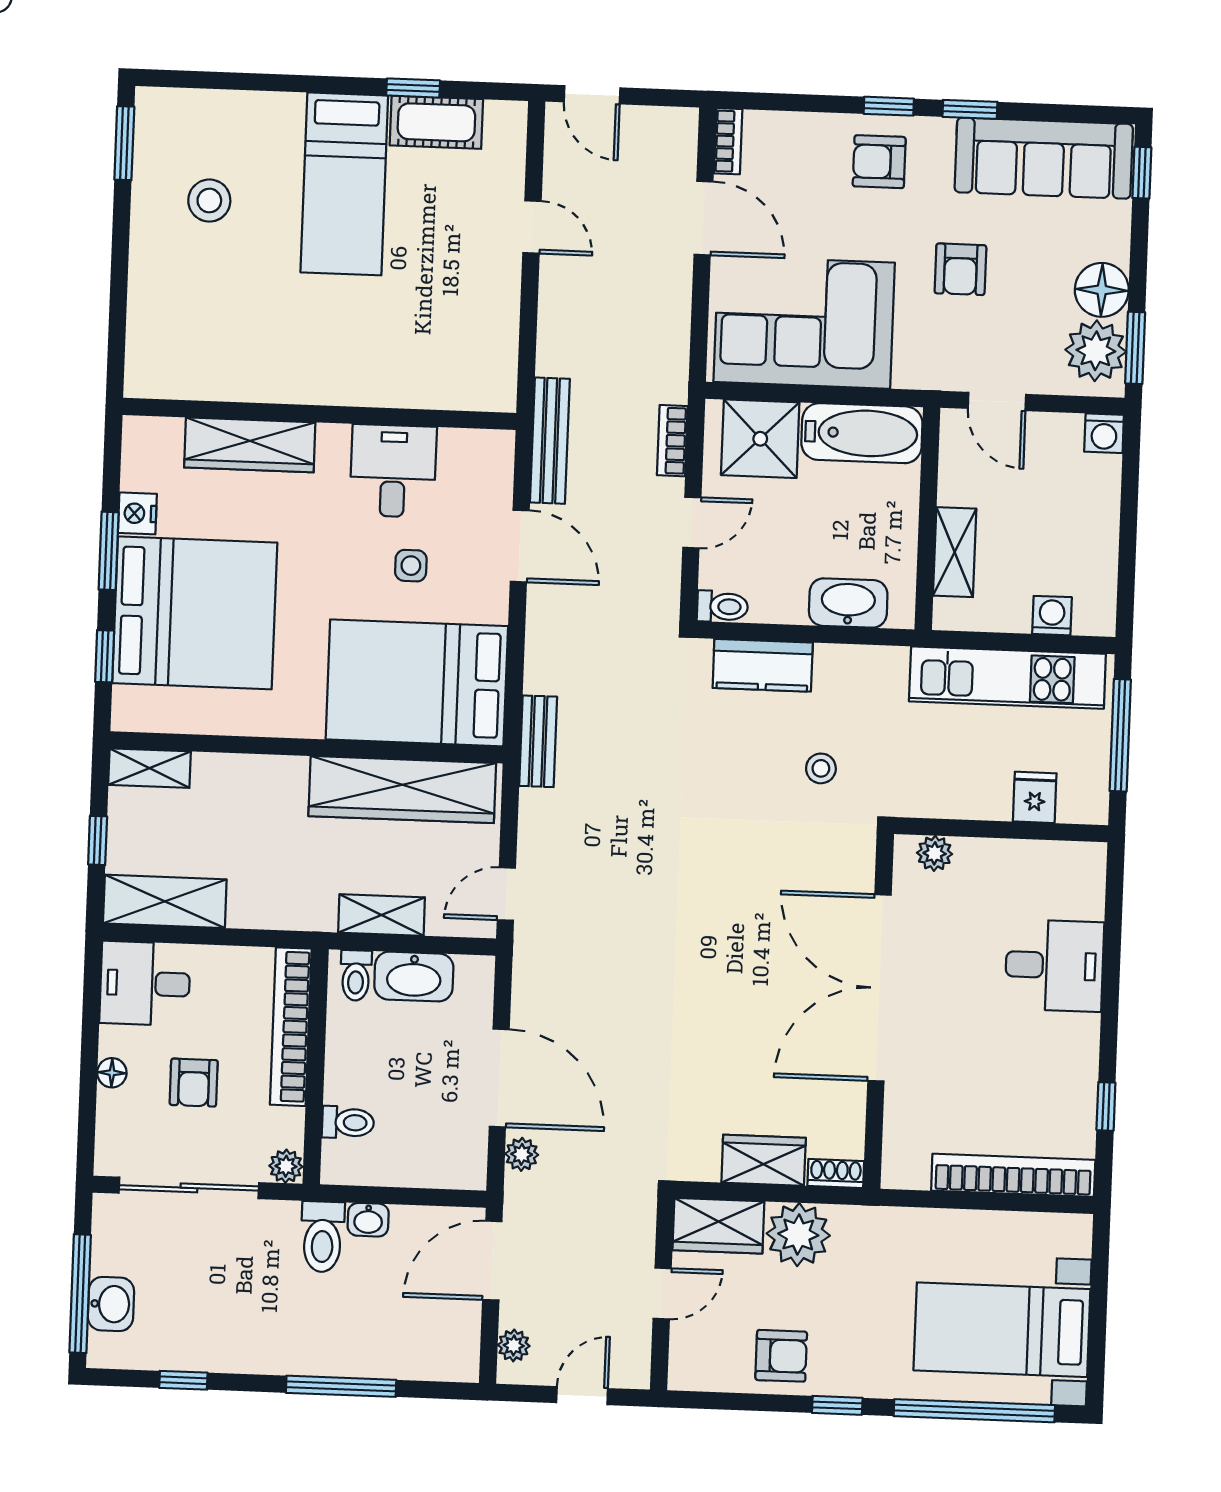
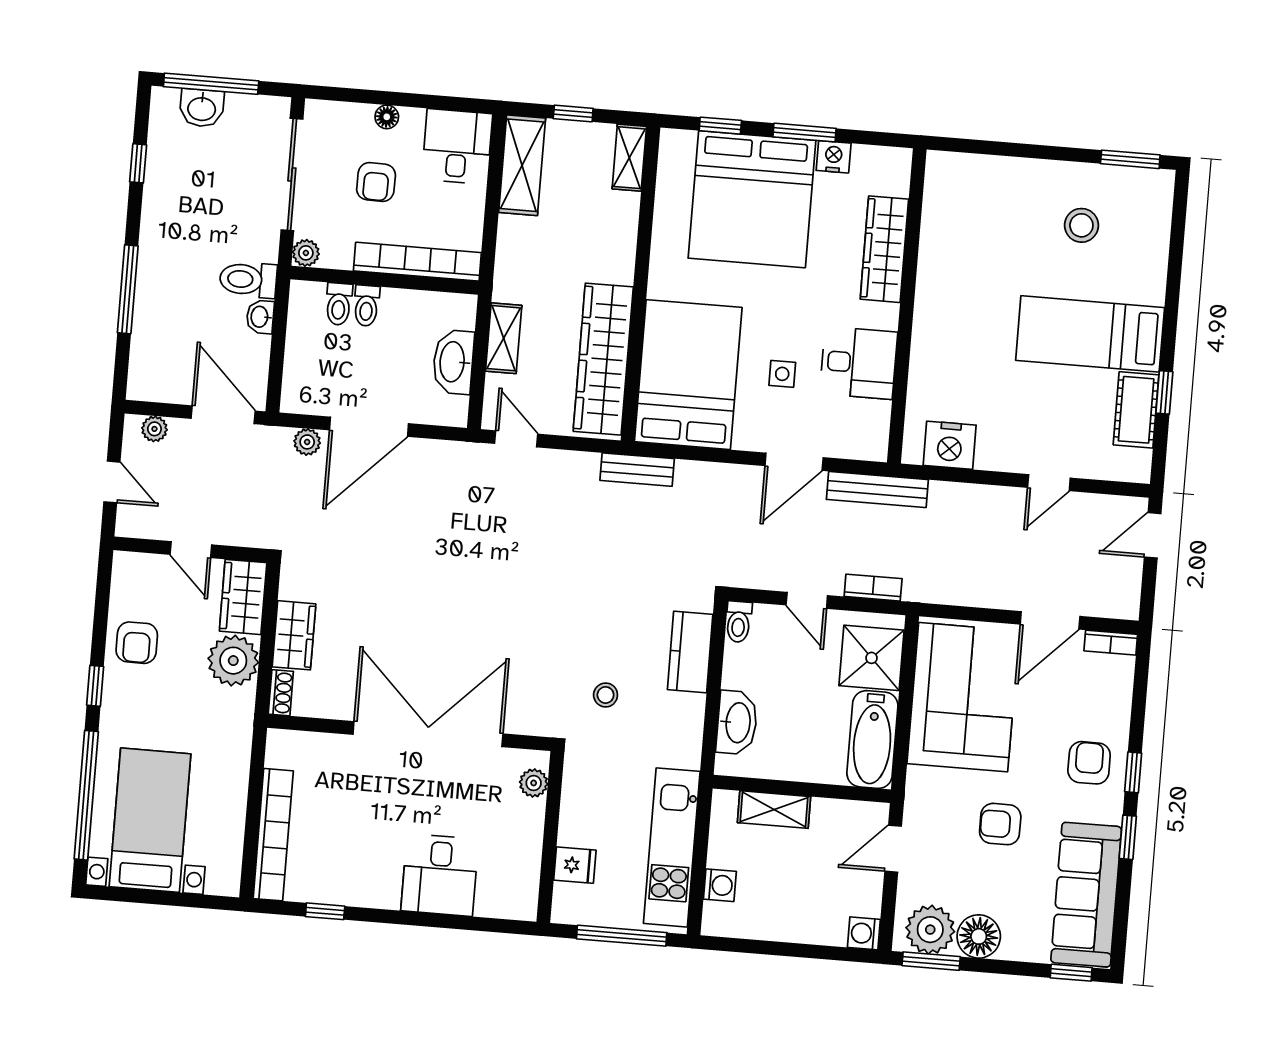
nightstand: (491, 353) -> (950, 445), added
toilet: (356, 975) -> (366, 306), moved, turned -90
armchair: (194, 1083) -> (376, 182), turned -89

